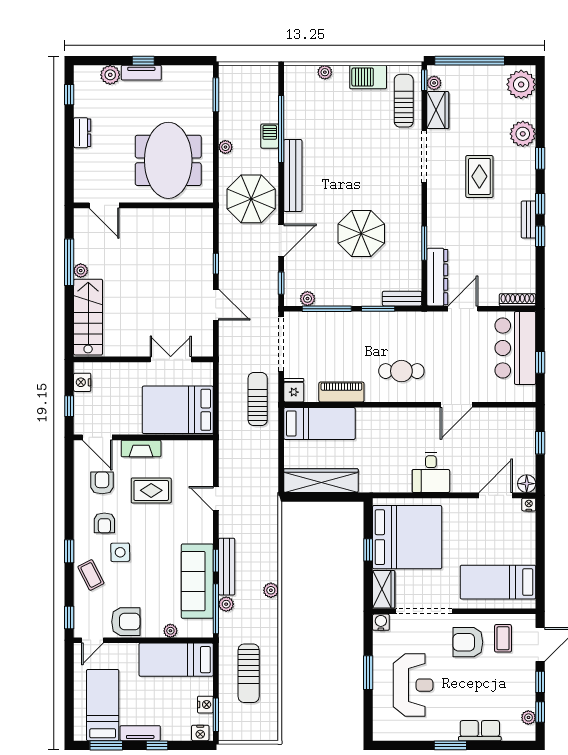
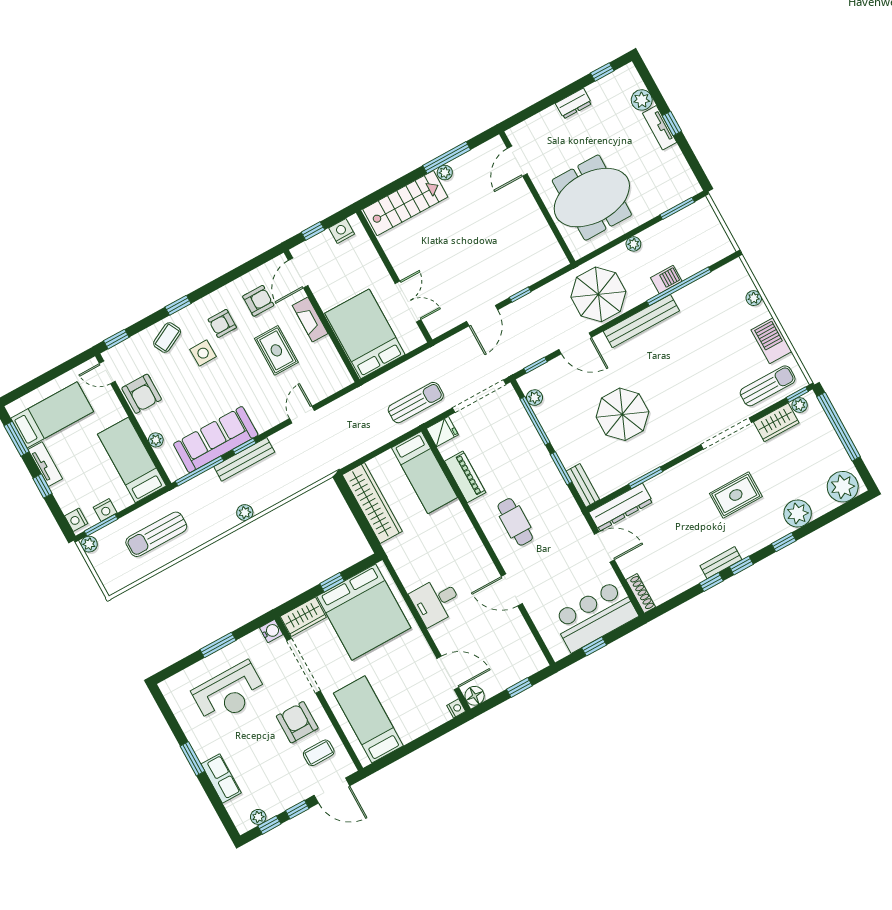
plant: (226, 604) -> (89, 544), moved

